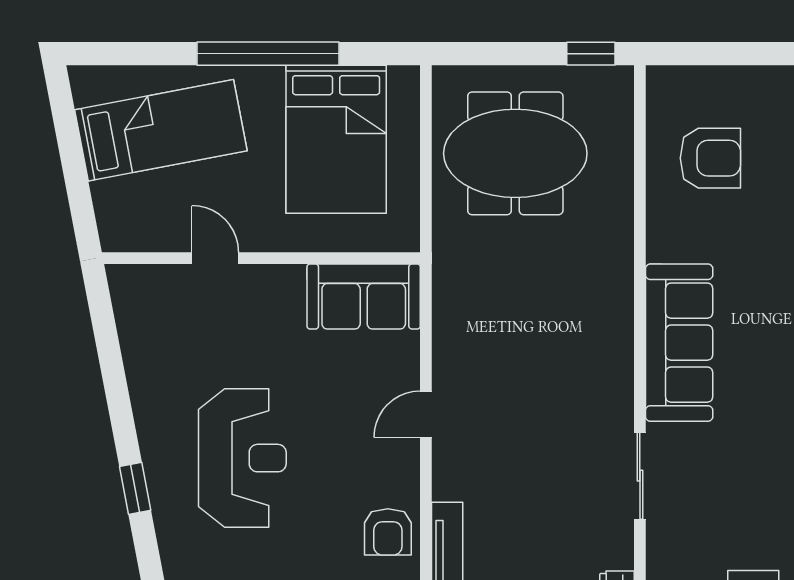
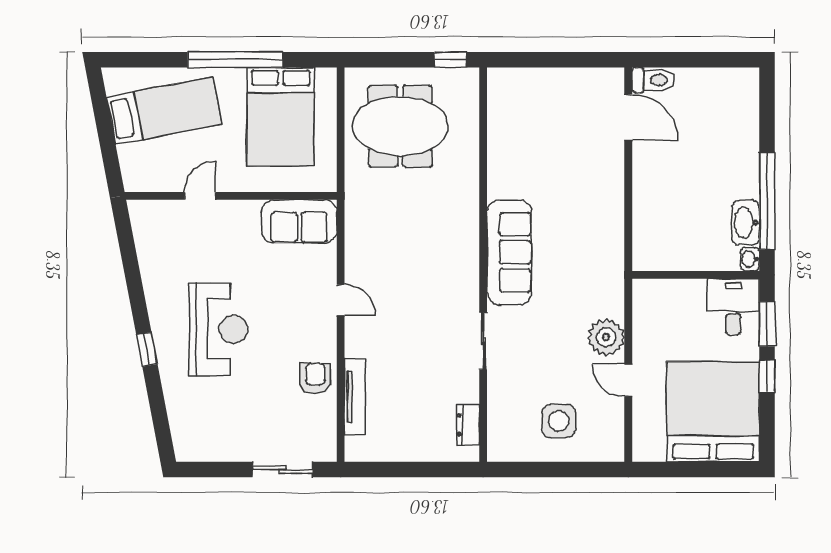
armchair: (710, 158) -> (530, 129), removed
door: (215, 258) -> (200, 196), hinge flipped
door: (426, 414) -> (341, 300), swing flipped
armchair: (388, 532) -> (315, 378), turned 180

